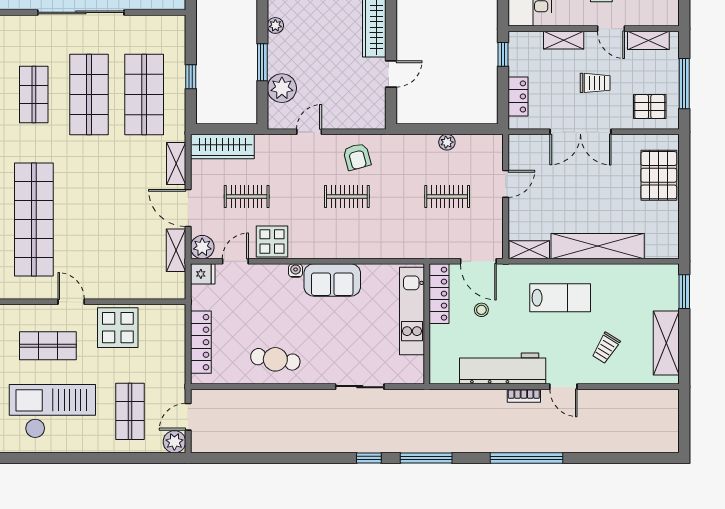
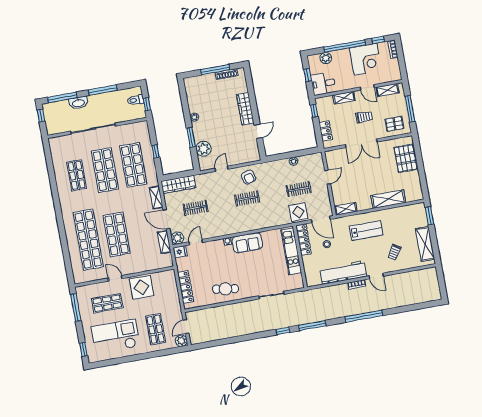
shop shelf: (89, 220) -> (117, 234), added
display table: (272, 241) -> (298, 212), moved
shelving: (598, 246) -> (388, 199), width x0.68

